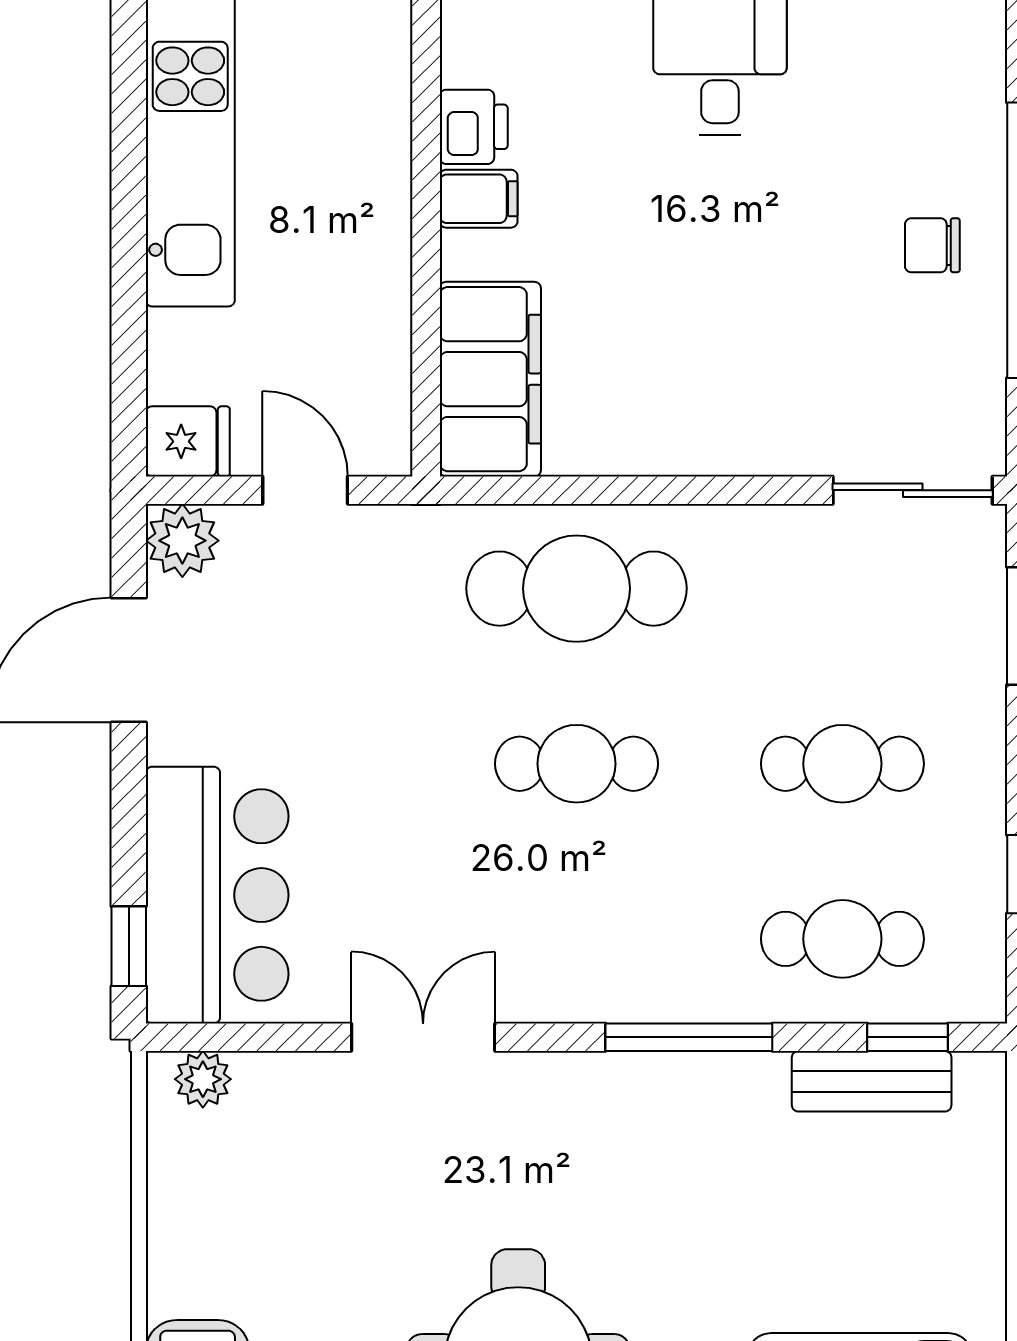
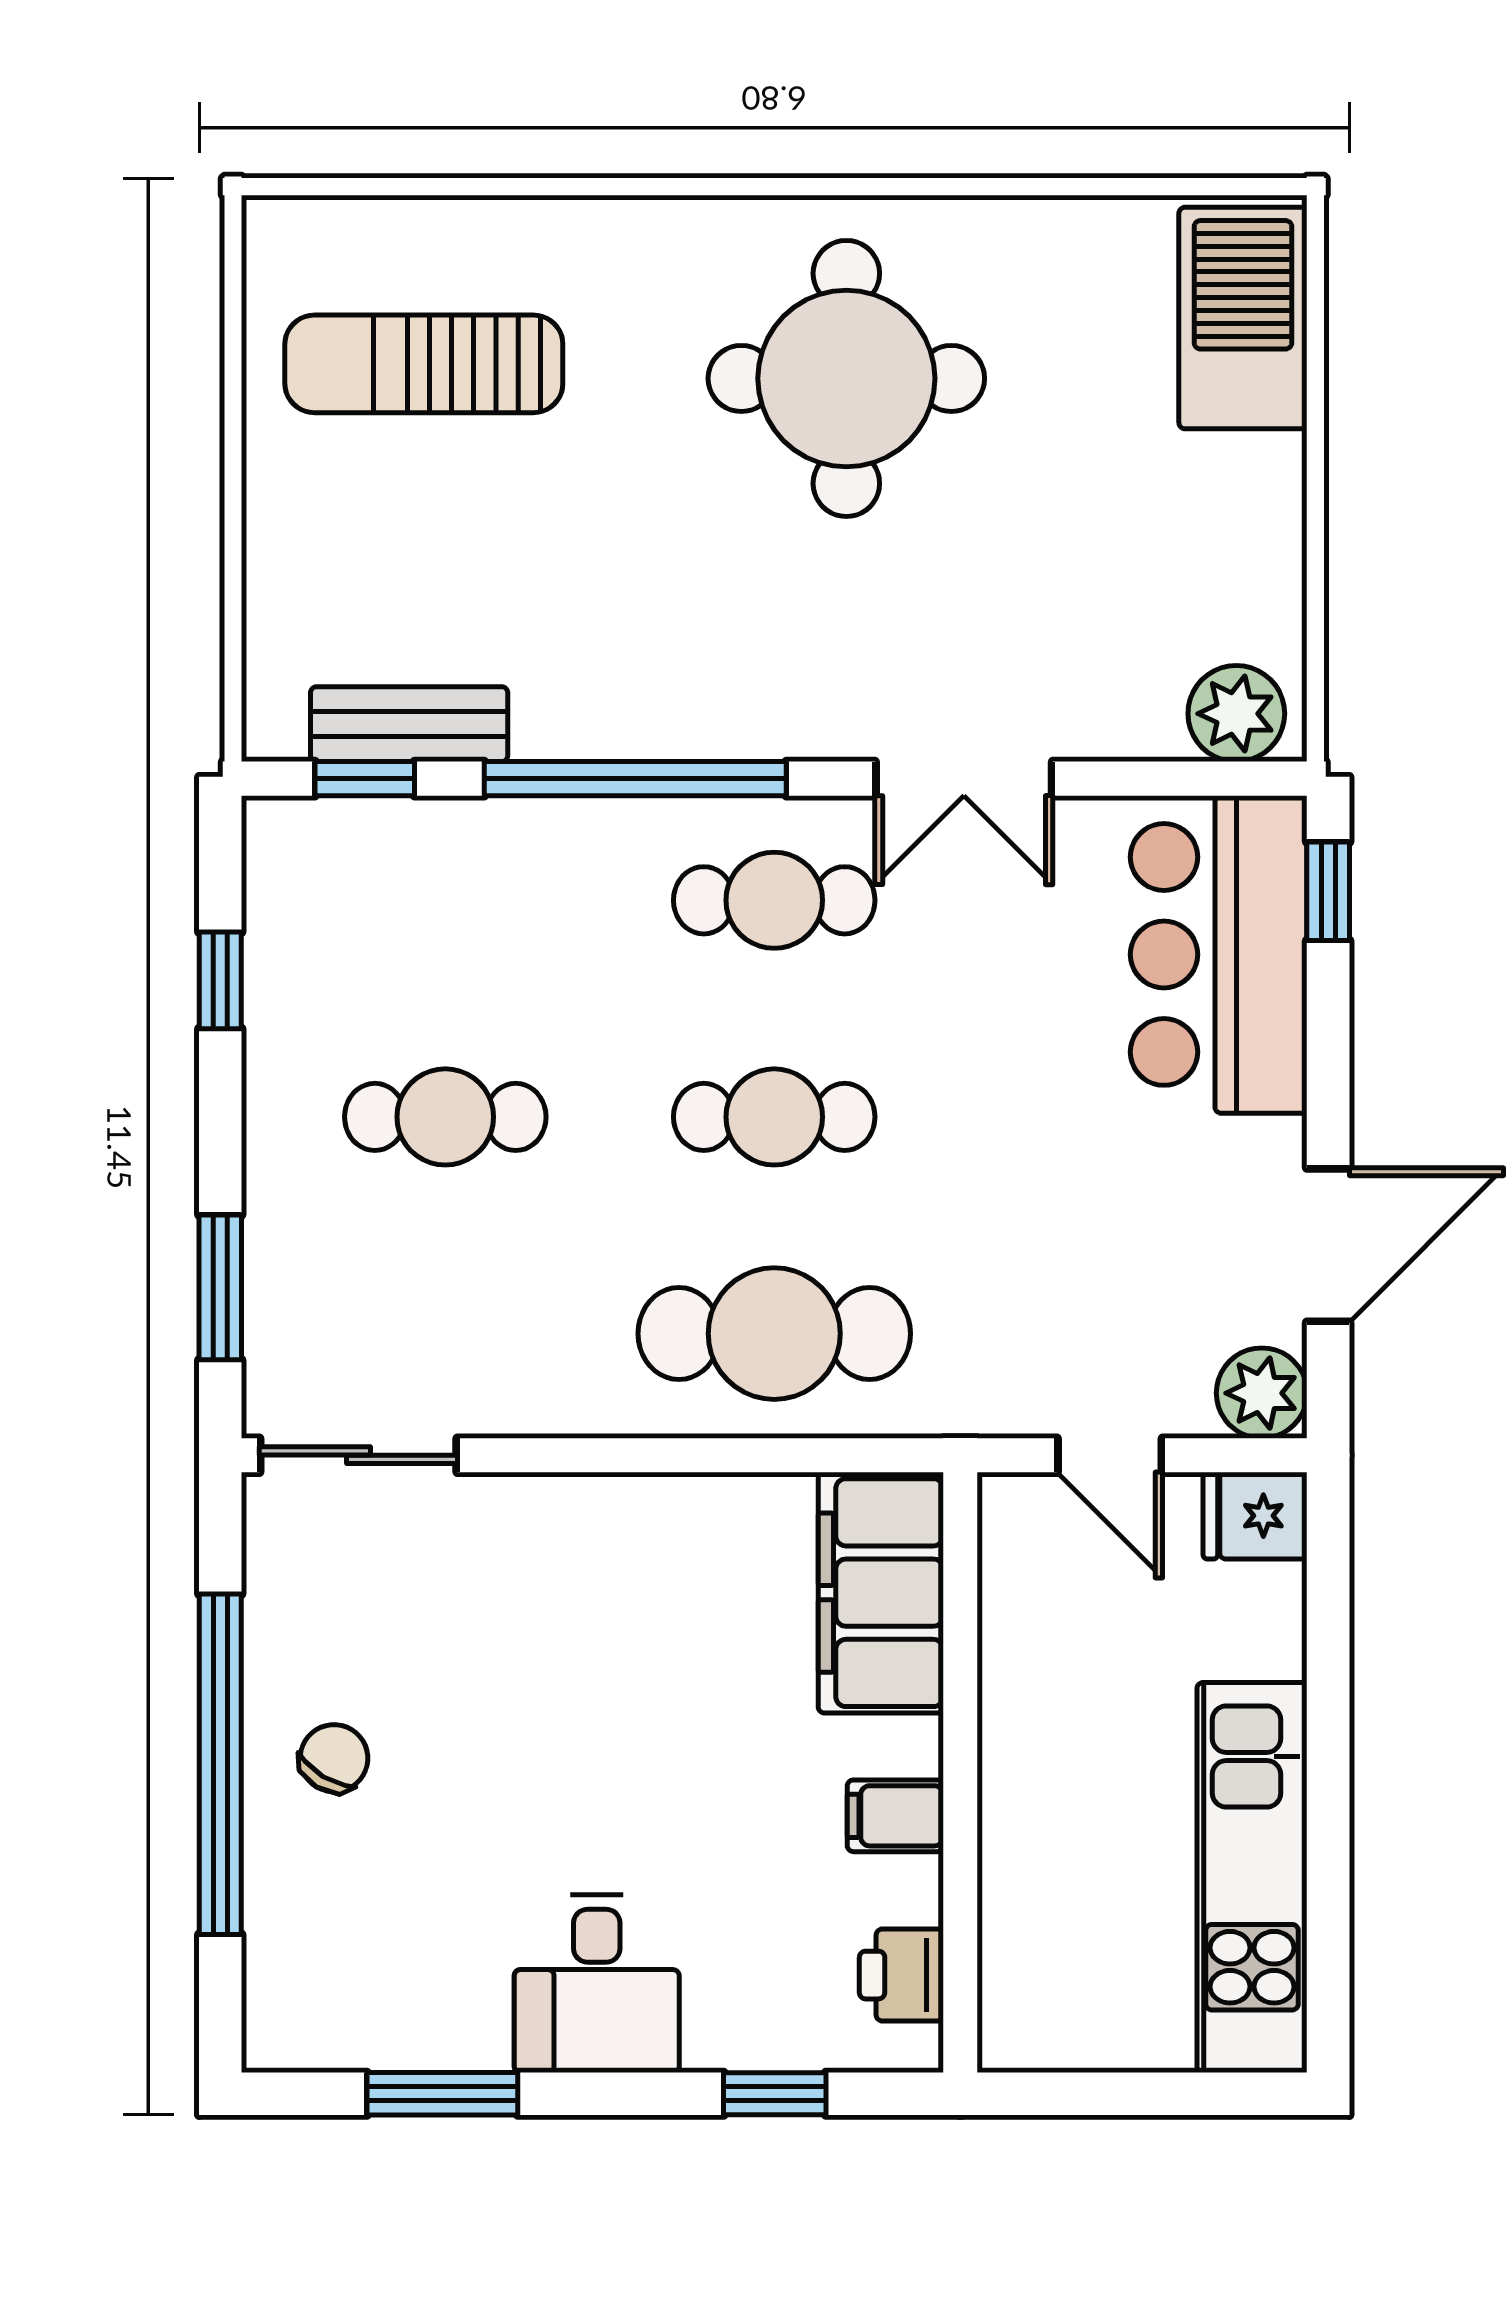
printer: (474, 127) -> (901, 1975), moved
chair: (932, 245) -> (334, 1758), turned -59
cafe table: (842, 939) -> (774, 900), moved
window: (689, 1037) -> (635, 779), width x1.46
plant: (203, 1079) -> (1236, 714), width x1.38, depth x1.38

